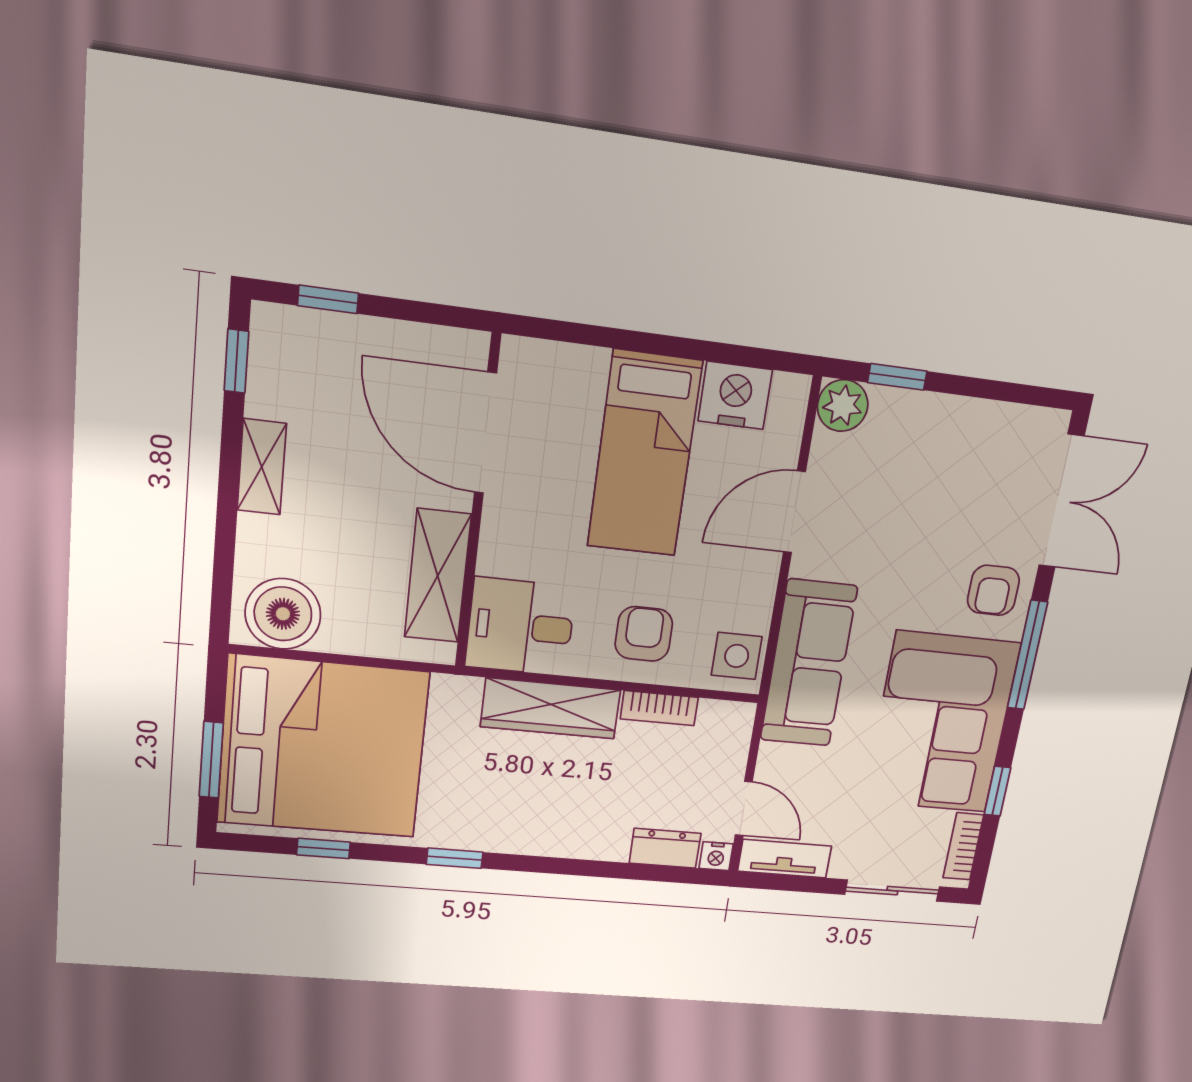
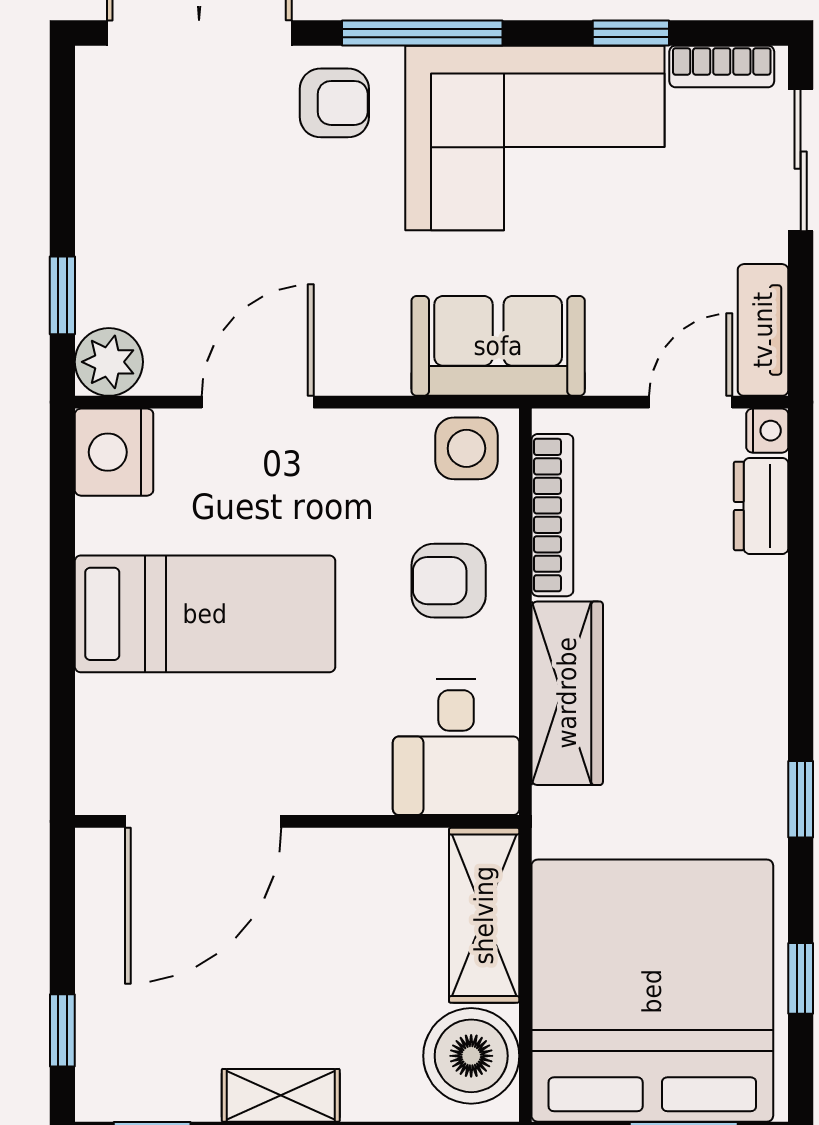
nightstand: (735, 395) -> (114, 452), moved
door: (794, 512) -> (258, 402), swing flipped
shelving: (438, 576) -> (484, 915), moved, turned 90
sofa: (809, 663) -> (498, 346), width x0.73
bookcase: (659, 708) -> (552, 515), width x1.56

